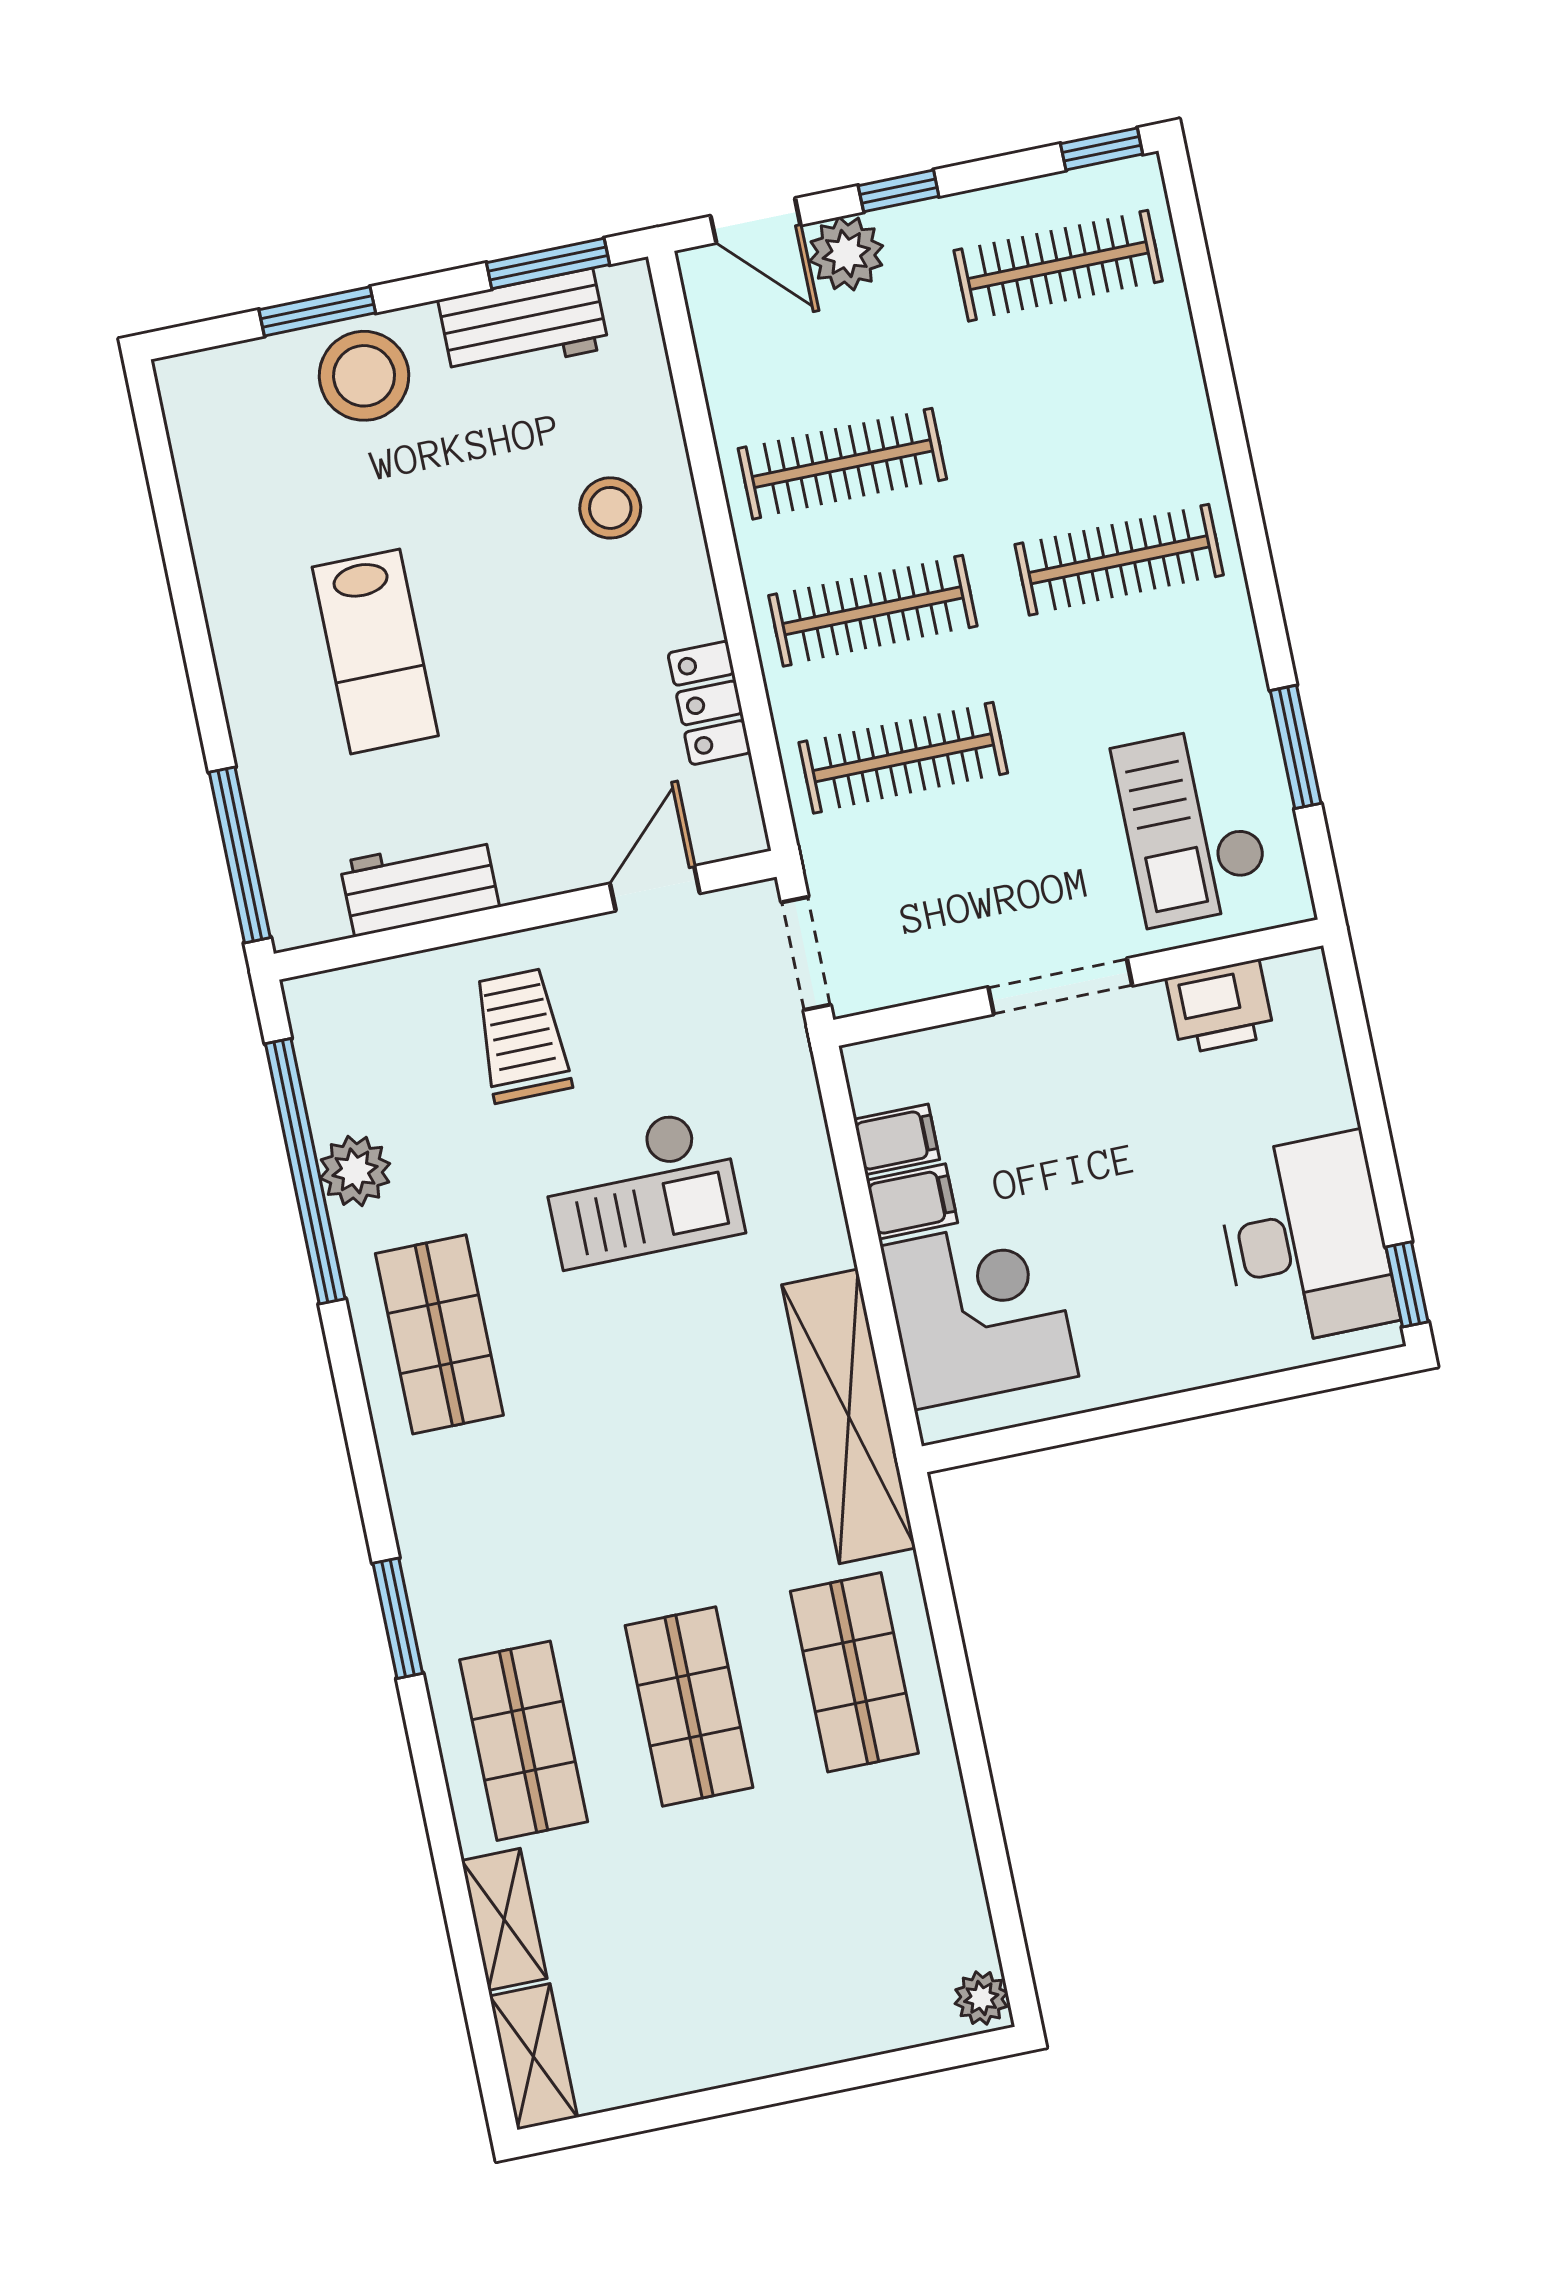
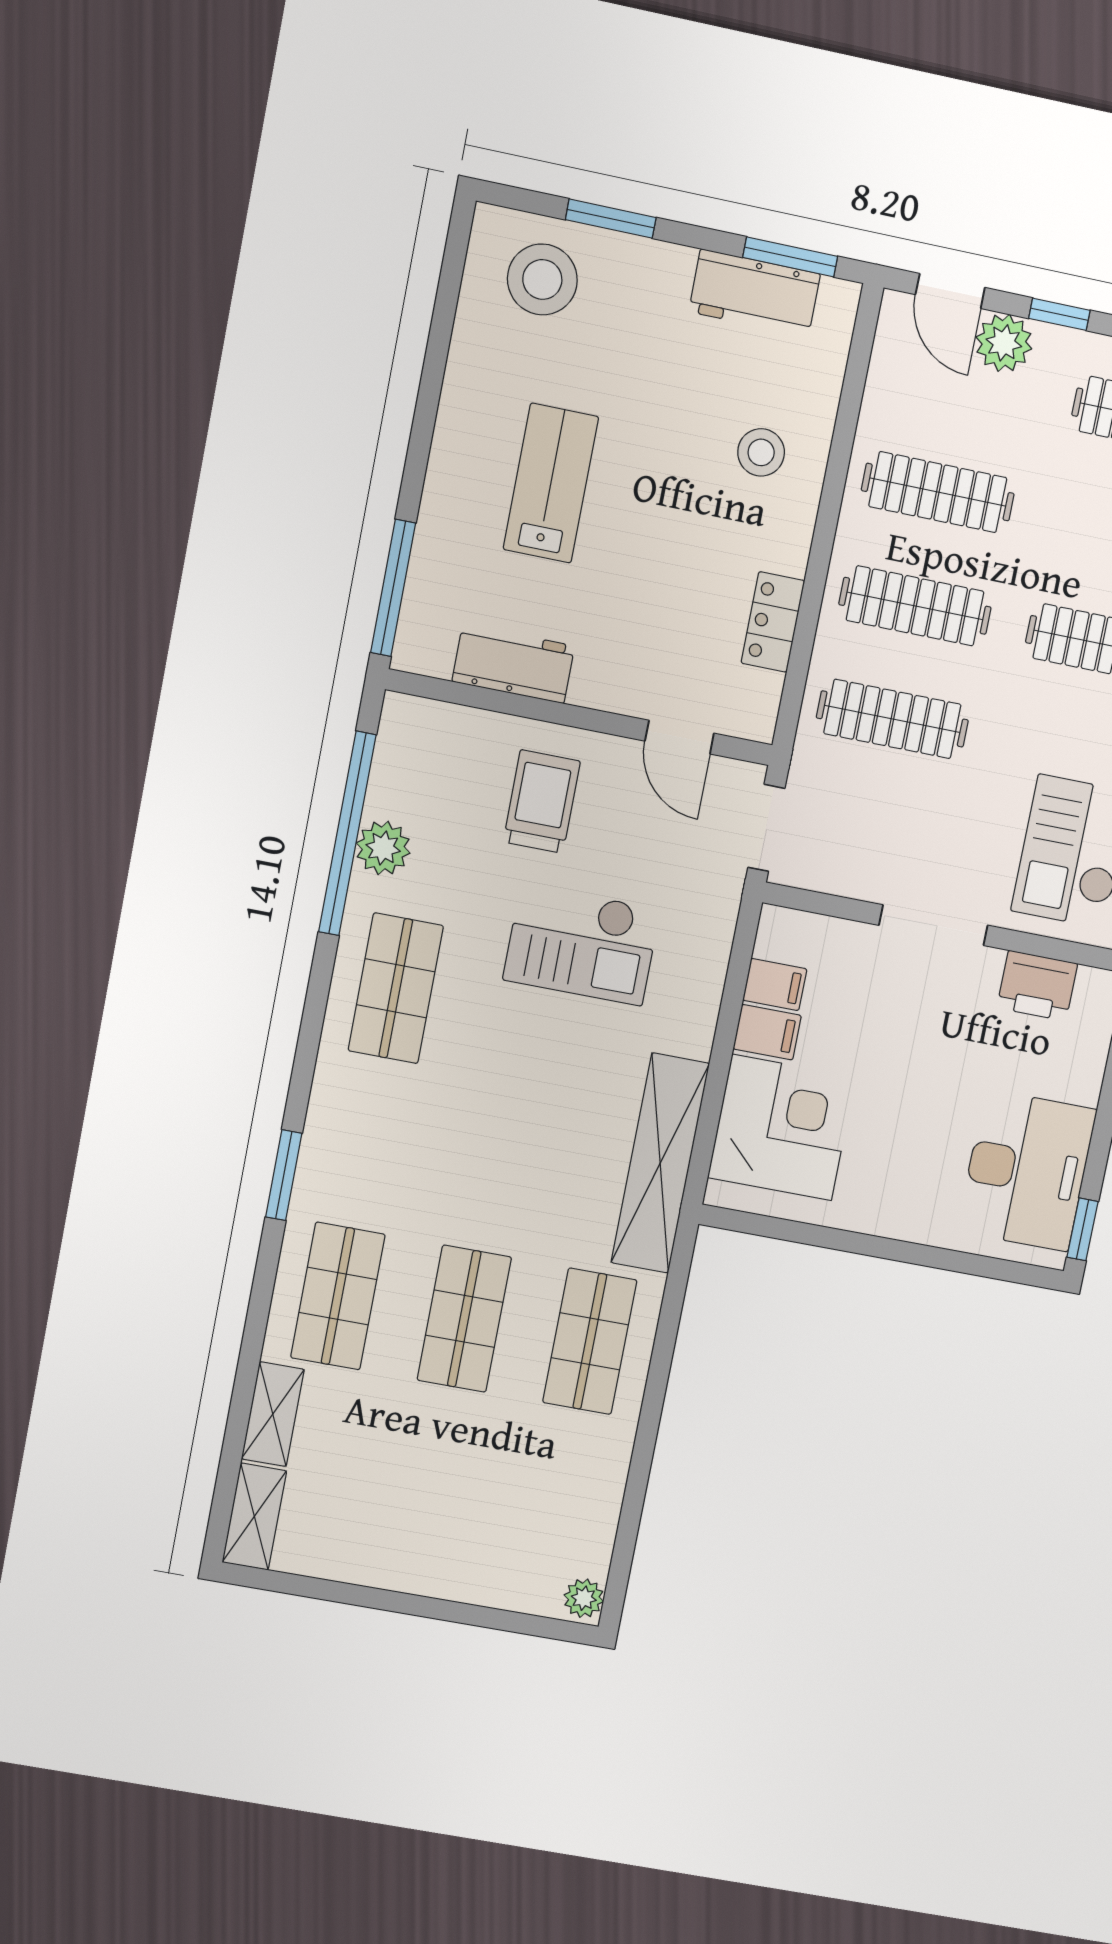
stool: (364, 376) -> (542, 279), moved
lab bench: (375, 651) -> (551, 483), turned 180
door: (655, 888) -> (679, 737), swing flipped

